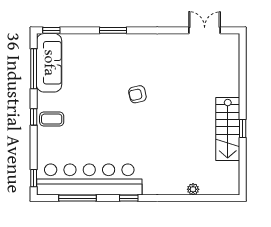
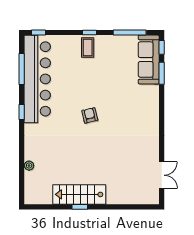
window: (113, 30) -> (162, 73), moved
sofa: (49, 63) -> (149, 60), moved, turned 90
armchair: (137, 94) -> (90, 115), moved

